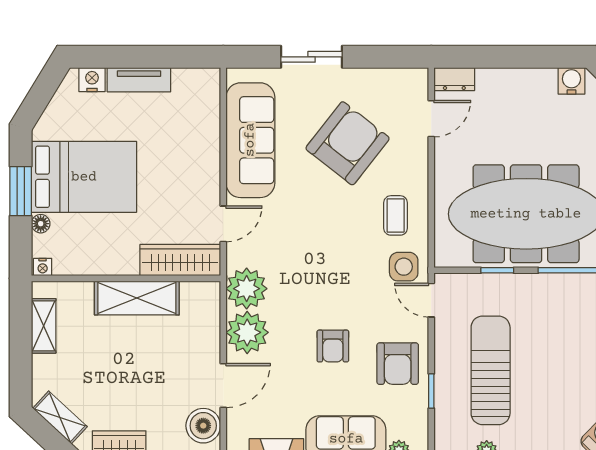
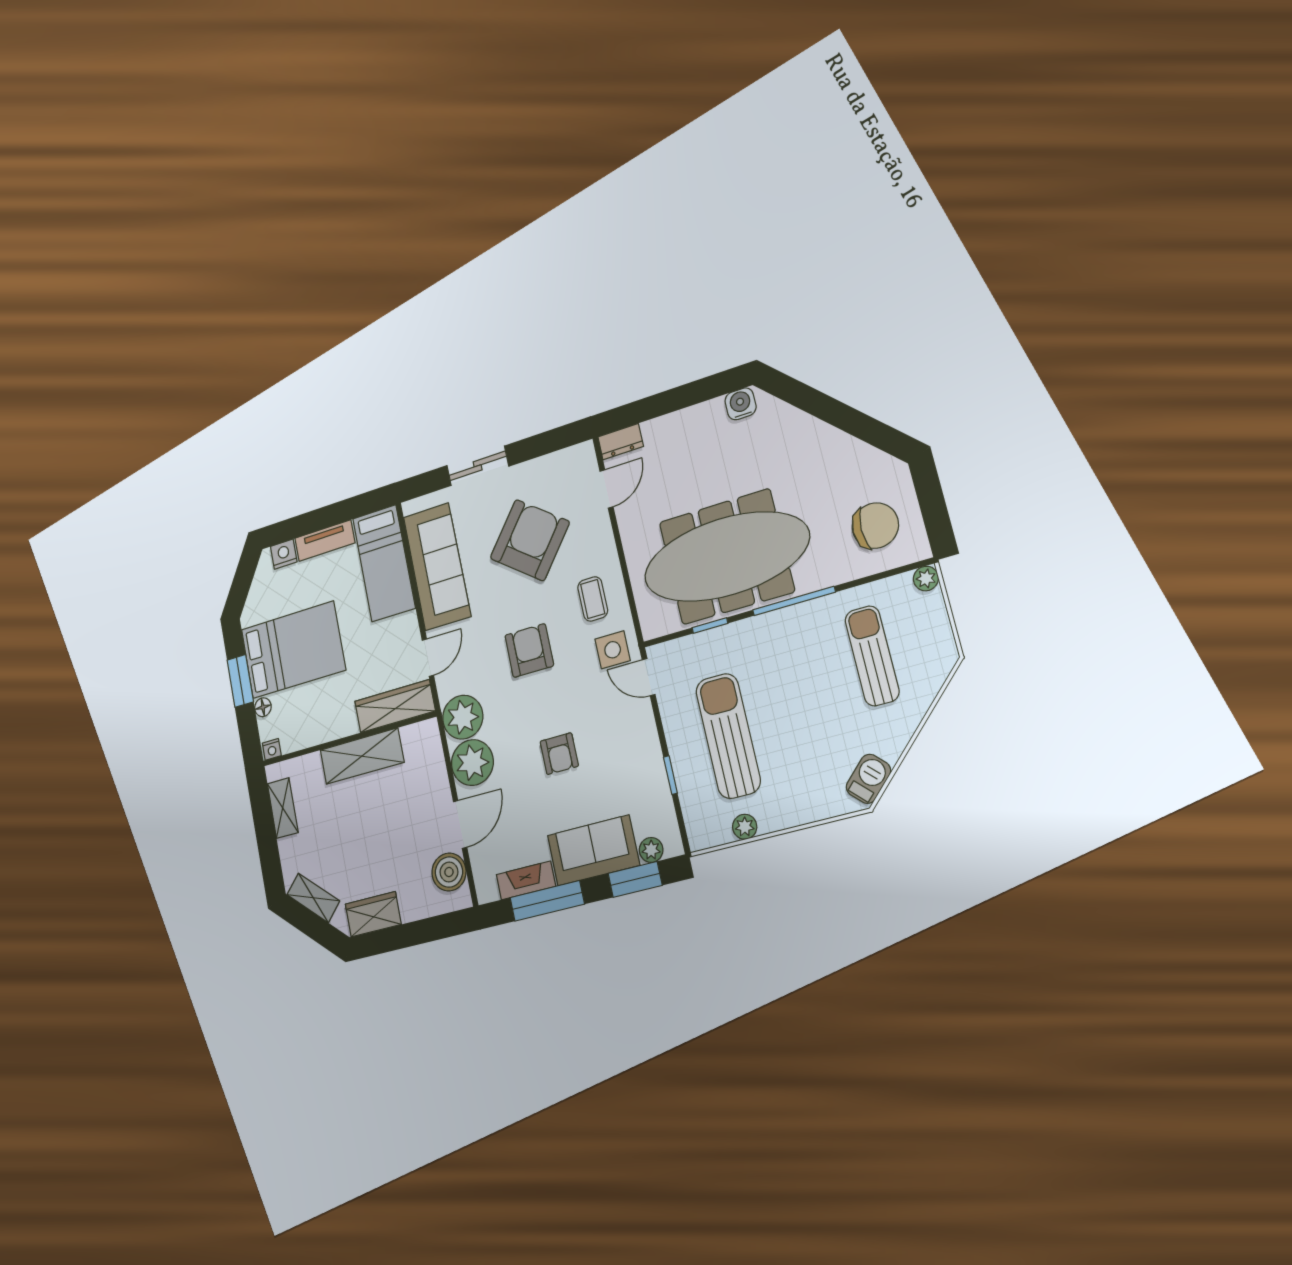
bed: (197, 121) -> (384, 563), added
armchair: (398, 364) -> (529, 650), moved, turned 180

